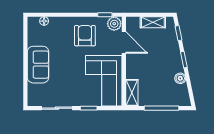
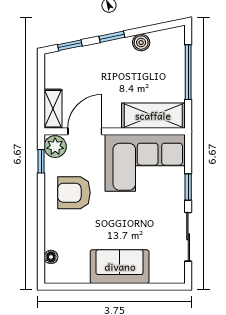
shelving: (153, 22) -> (53, 109), moved
shelving: (132, 93) -> (153, 116), width x1.50, depth x1.33

